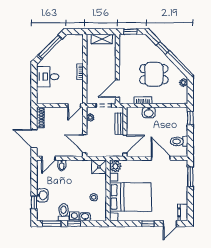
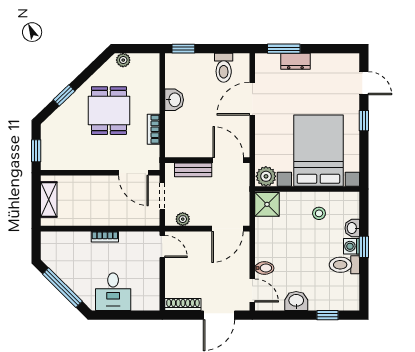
washbasin: (149, 112) -> (174, 100), moved
washbasin: (42, 195) -> (296, 301), moved
dresser: (183, 212) -> (295, 61), moved
window: (52, 224) -> (364, 285), removed

